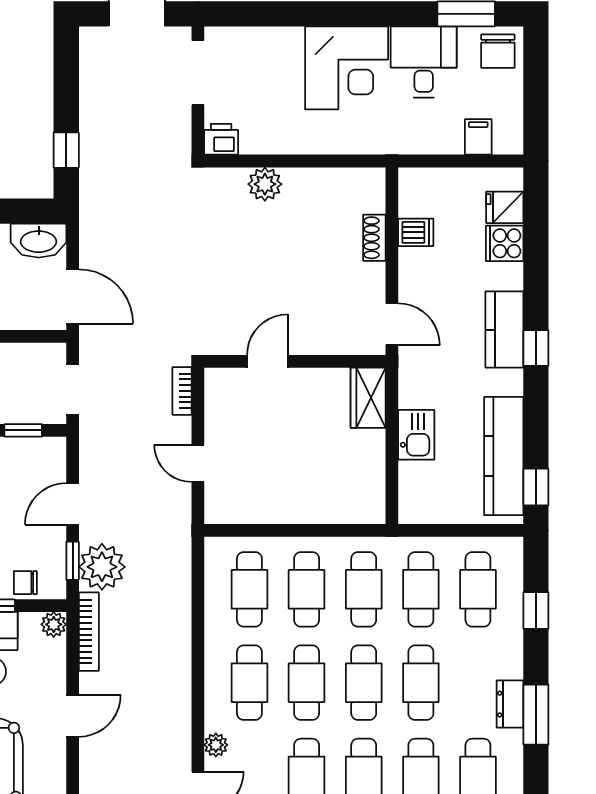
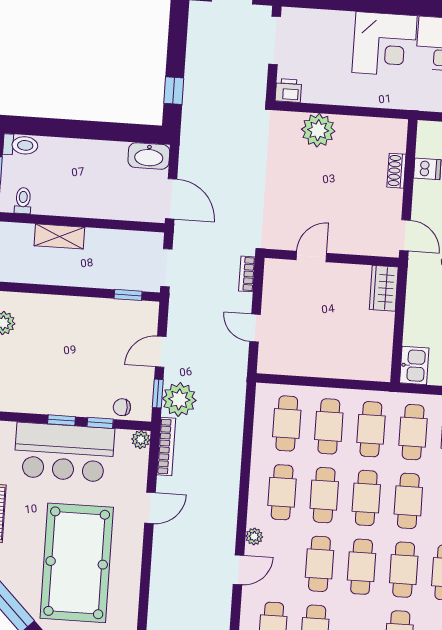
plant: (265, 184) -> (318, 130), width x1.36, depth x1.36
kitchen sink: (416, 435) -> (414, 365), moved

